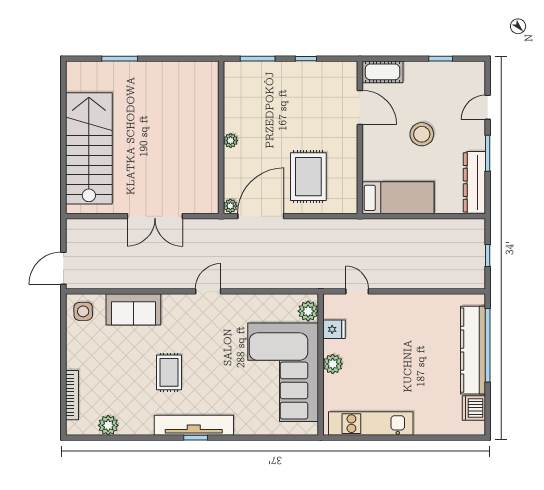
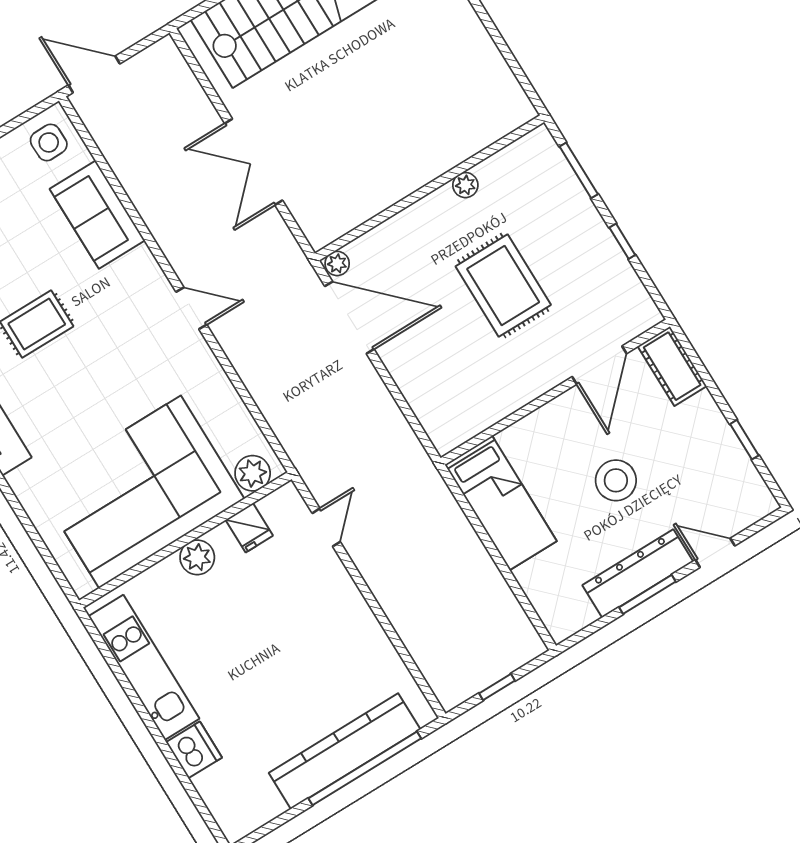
plant: (231, 141) -> (465, 185), moved
rug: (308, 177) -> (503, 286), moved, turned 90
dresser: (474, 182) -> (638, 573), moved
dishwasher: (474, 408) -> (194, 750), moved, turned 90

